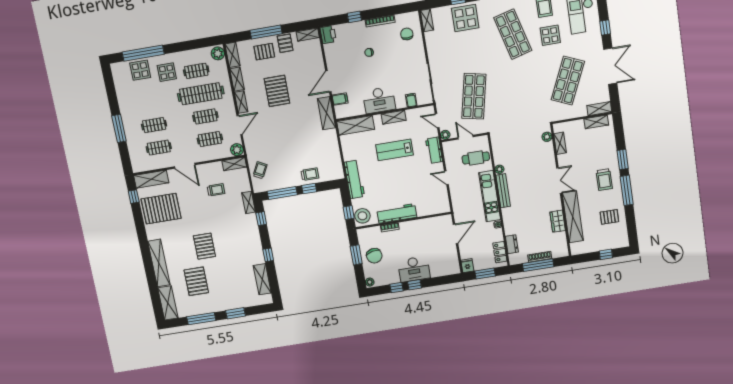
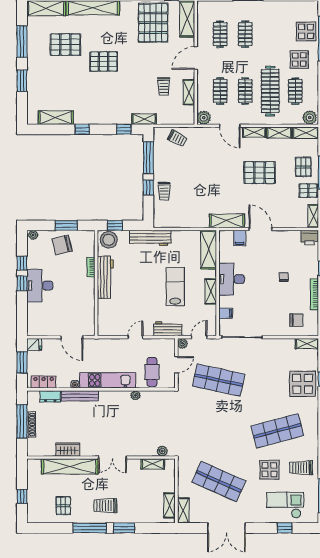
window: (605, 28) -> (285, 528), moved
shelving: (234, 164) -> (189, 92), moved
bench: (503, 191) -> (80, 396), moved

